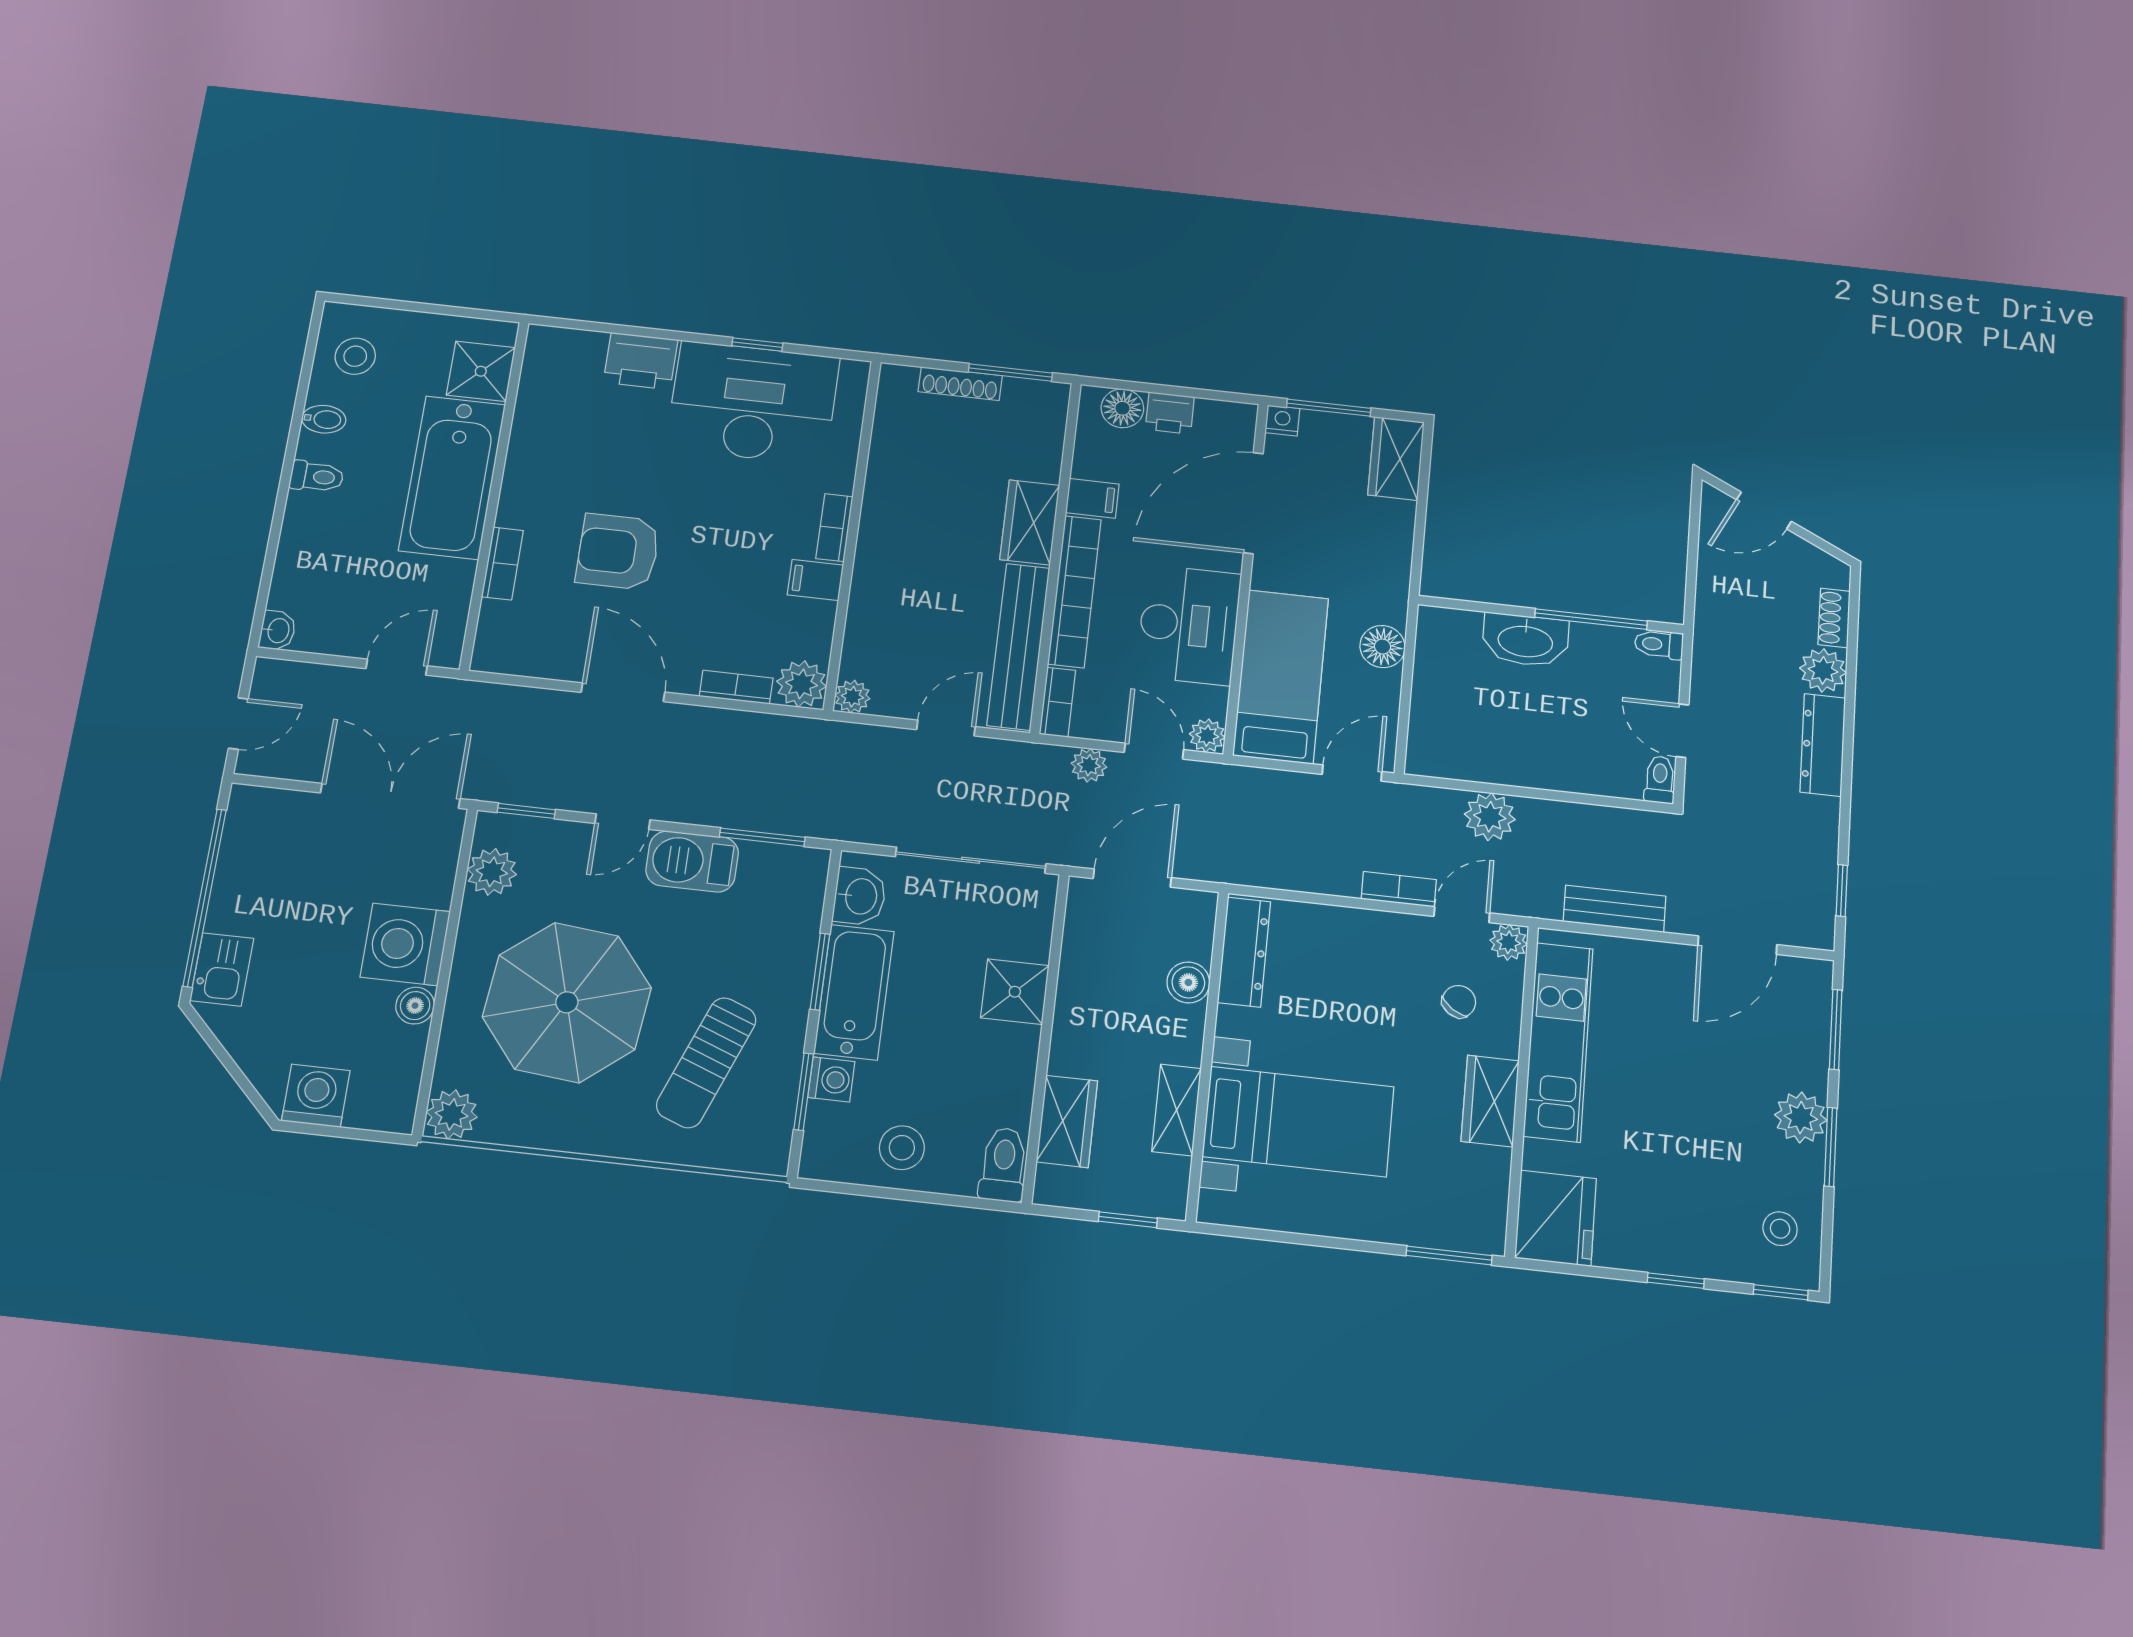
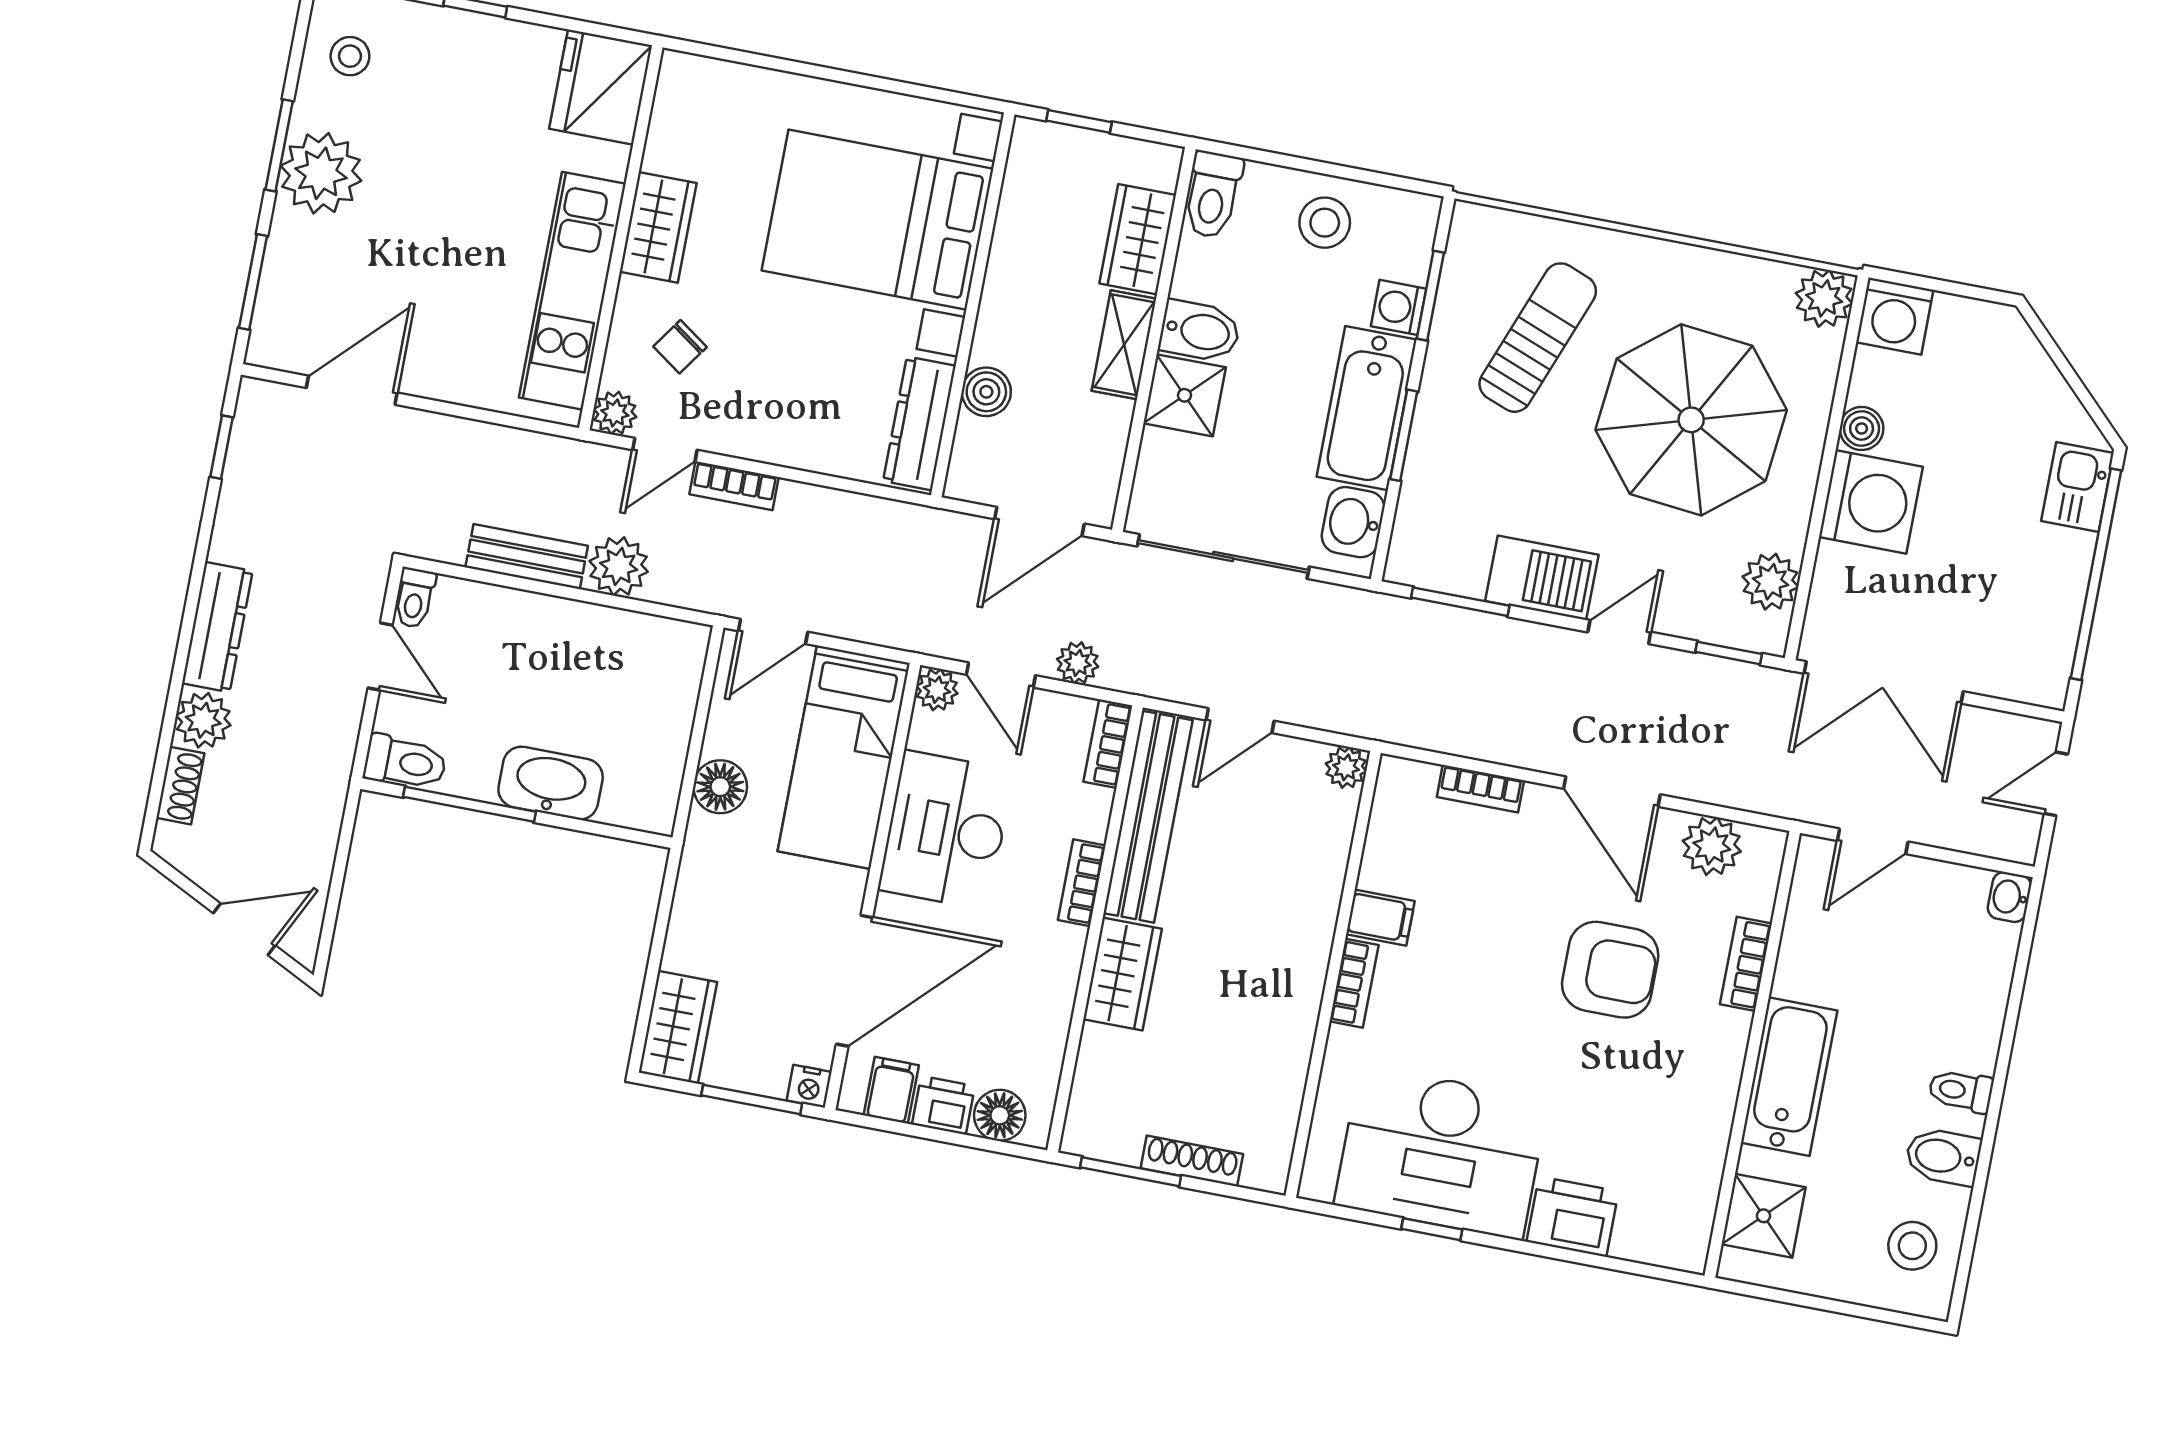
bidet: (324, 419) -> (1943, 1157), width x1.38, depth x1.36
bathtub: (452, 477) -> (1789, 1077), width x0.73, depth x0.73
filing cabinet: (1092, 498) -> (891, 1090), moved, turned 90
bookcase: (1074, 591) -> (1082, 883), width x0.43, depth x0.76
toilet: (1659, 644) -> (405, 762), width x1.37, depth x1.39
plant: (802, 684) -> (1712, 846), moved
bench: (1615, 909) -> (527, 557), moved
bidet: (1006, 1047) -> (1200, 331), added
washing machine: (316, 1096) -> (1895, 316), moved
shelving: (1177, 1110) -> (1124, 345), moved
plant: (1801, 1118) -> (321, 173), width x1.36, depth x1.36
bed with nightstands: (1298, 1122) -> (878, 220), width x1.36
window: (1449, 1255) -> (725, 54), removed

